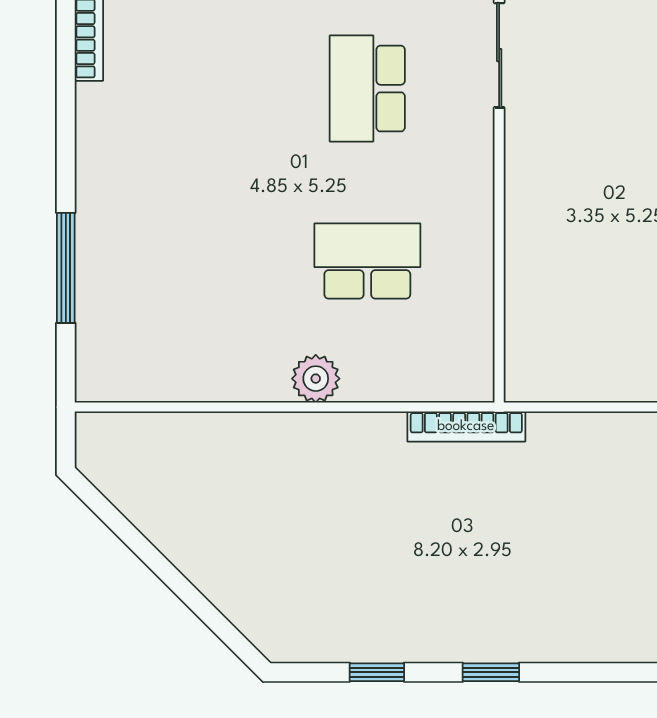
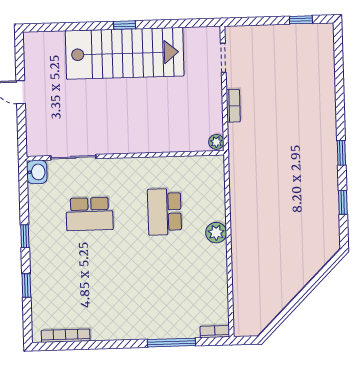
bookcase: (88, 369) -> (215, 332), added
plant: (524, 385) -> (216, 142), added
bookcase: (466, 426) -> (233, 106), moved, width x0.64

